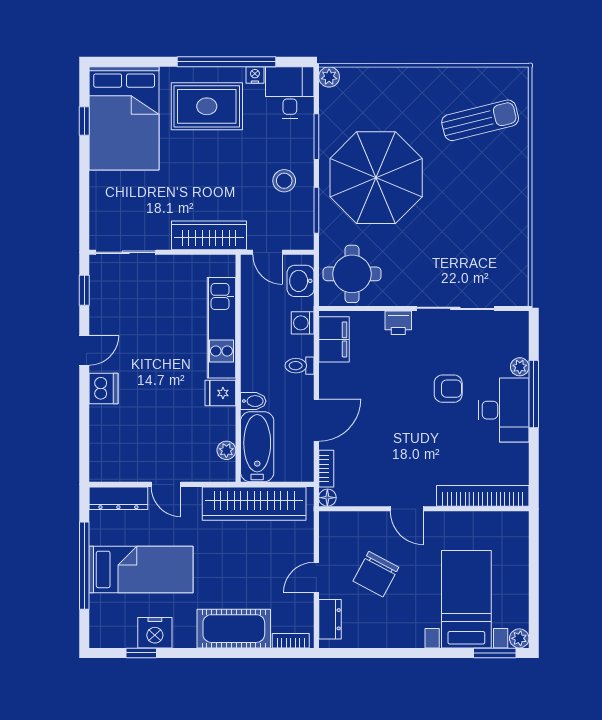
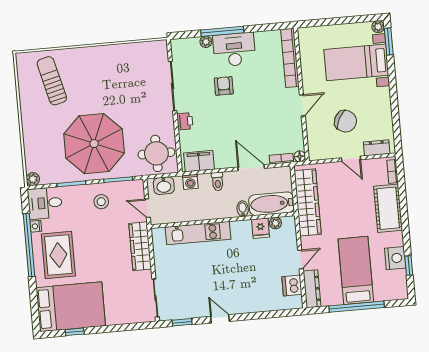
door: (268, 252) -> (148, 208), swing flipped
dishwasher: (104, 389) -> (292, 285), moved, turned -90
fridge: (220, 393) -> (261, 228), moved

